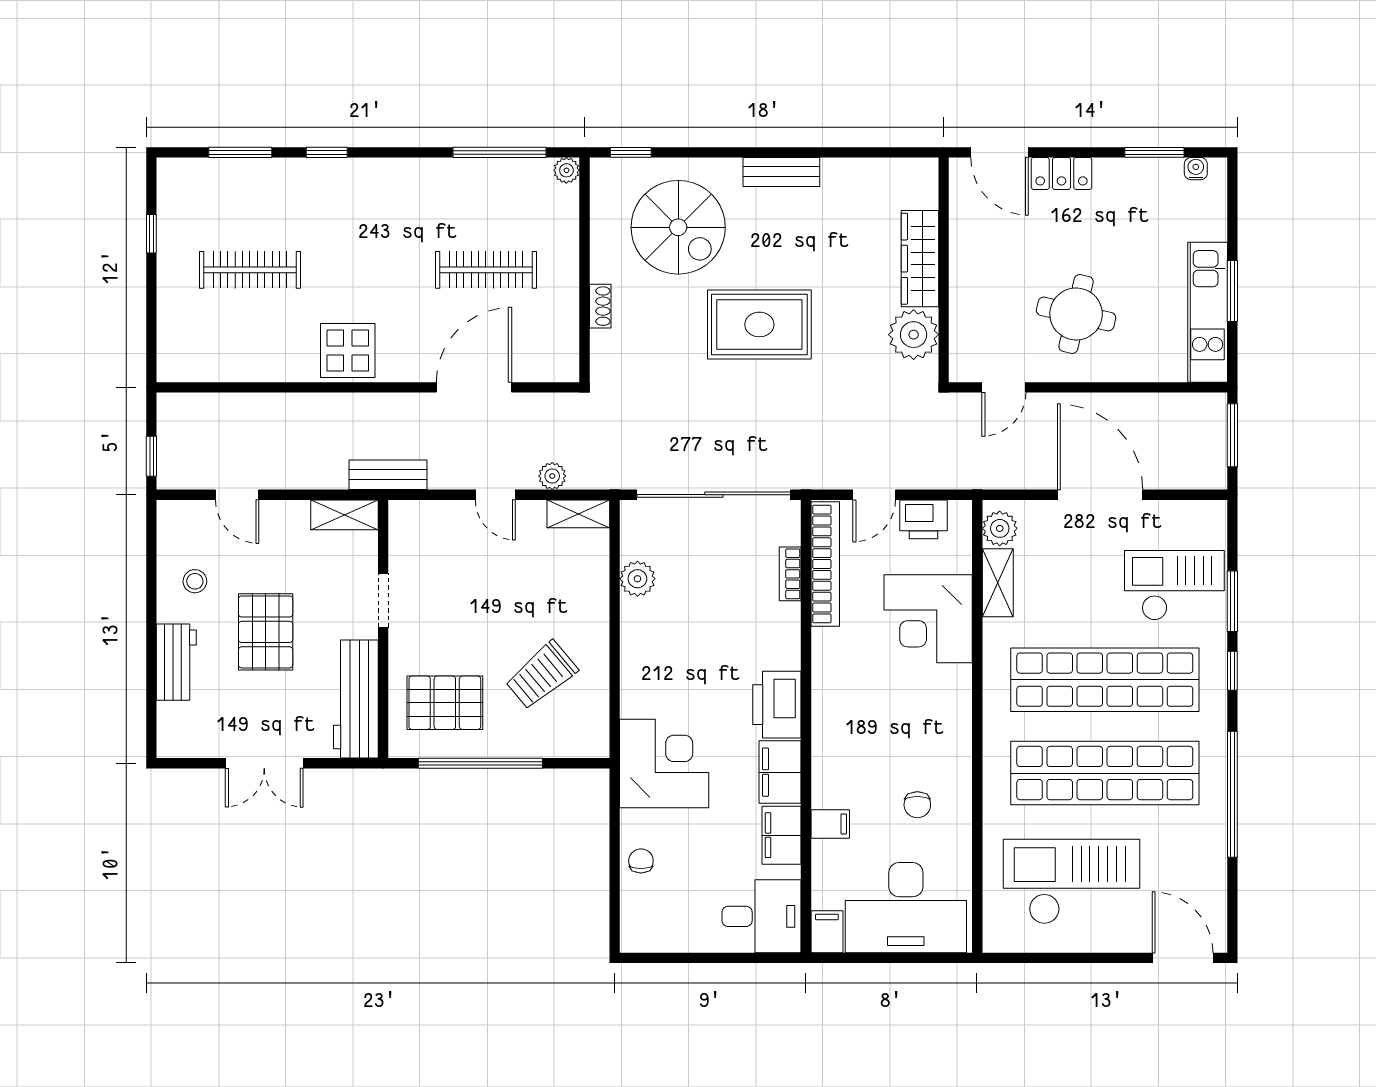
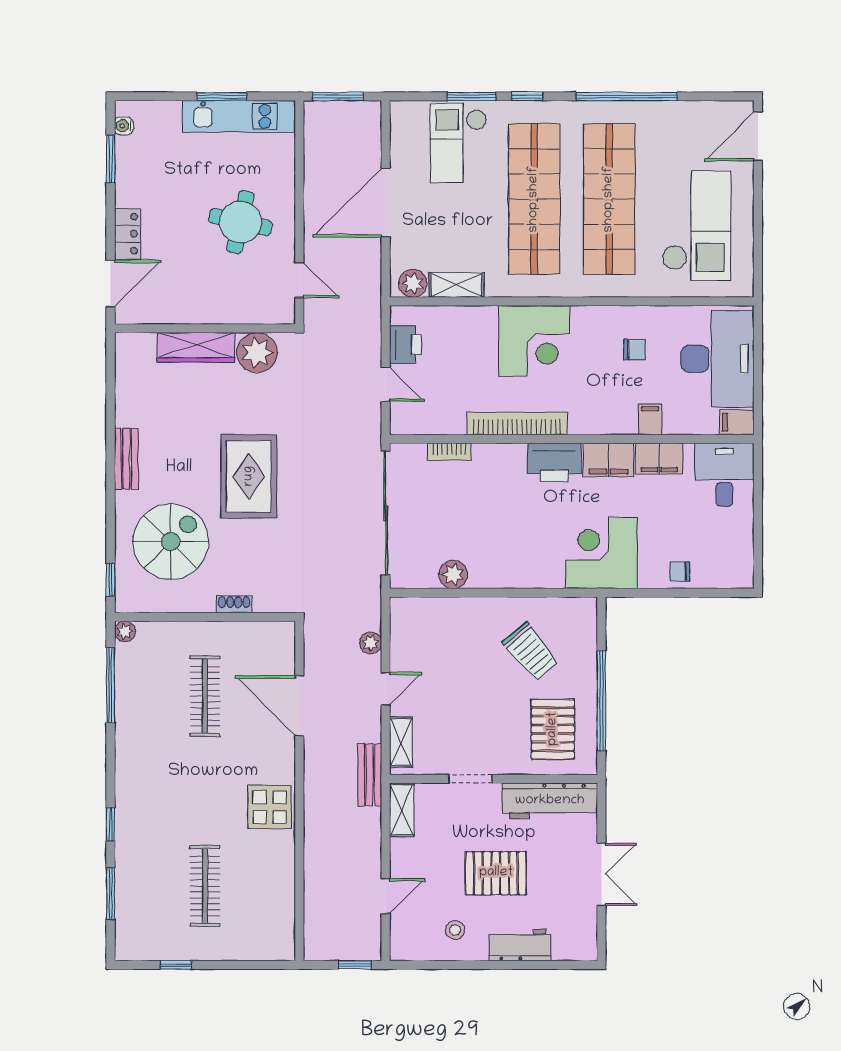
shelving: (578, 514) -> (401, 742), moved
bookcase: (825, 564) -> (517, 424), moved
corner desk: (928, 619) -> (534, 341), moved
checkout: (1072, 882) -> (696, 226), turned 180

